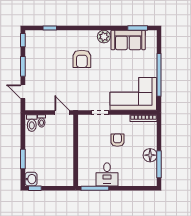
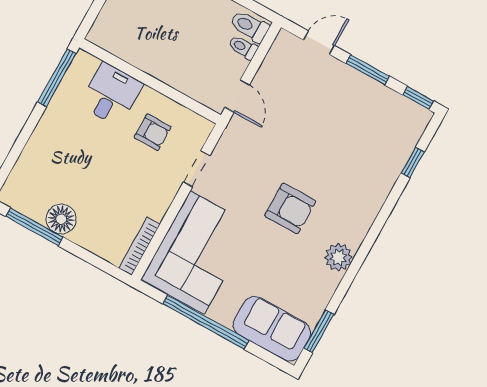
sofa: (128, 40) -> (272, 329), moved, turned 90
armchair: (82, 59) -> (290, 209), moved, turned 180
door: (62, 113) -> (237, 96), hinge flipped
armchair: (117, 140) -> (153, 132), moved
desk: (107, 174) -> (111, 94), moved, turned 90

